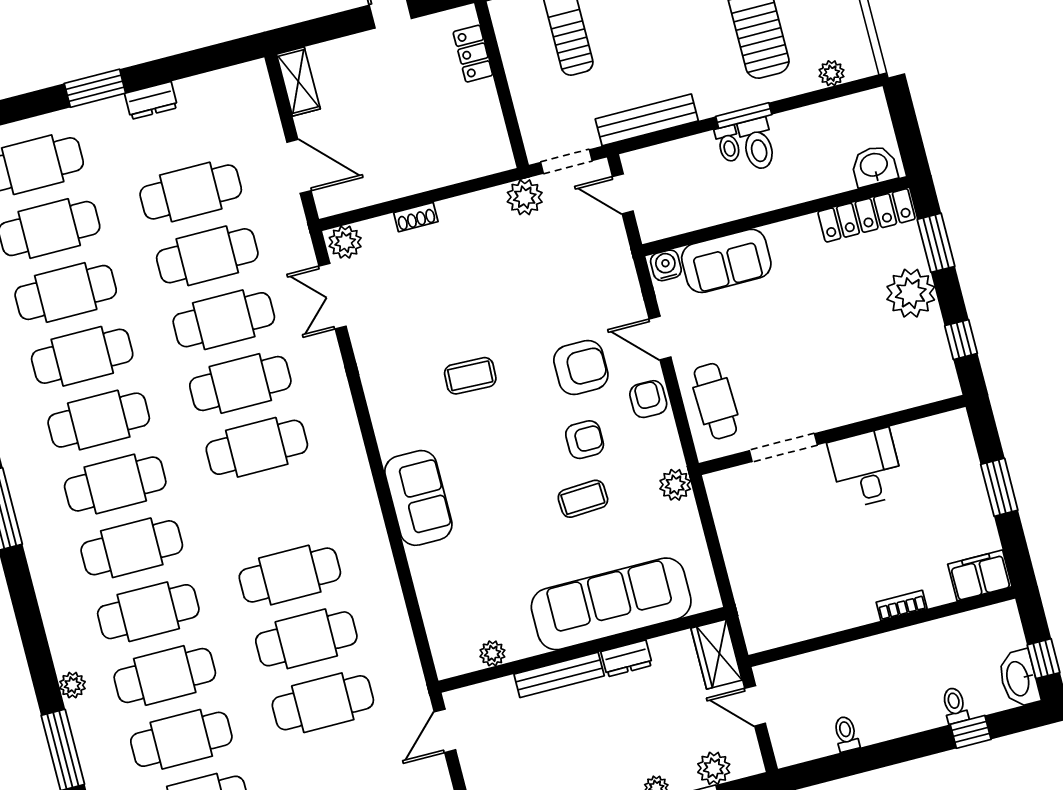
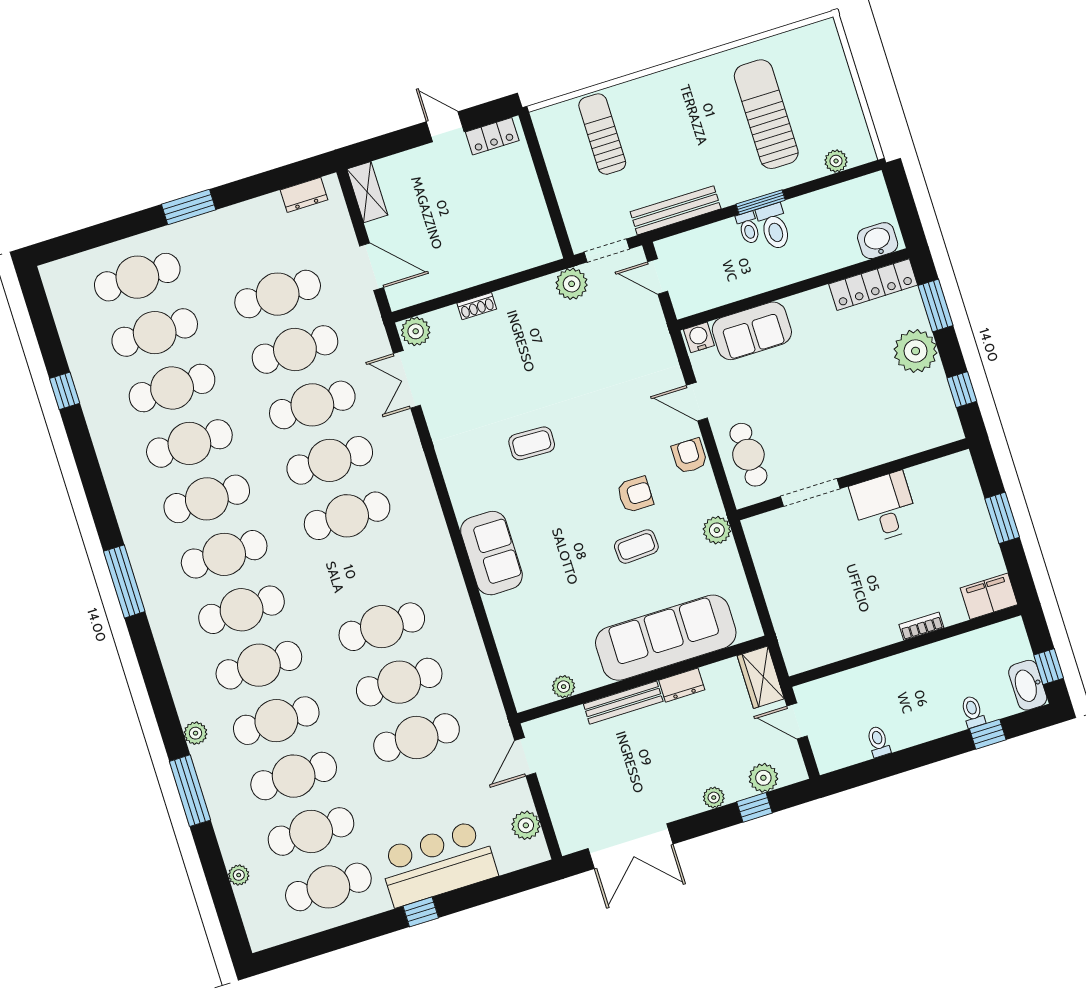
locker: (473, 54) -> (492, 136), moved, turned -90
dresser: (151, 101) -> (304, 195), moved
armchair: (581, 368) -> (629, 431), removed

